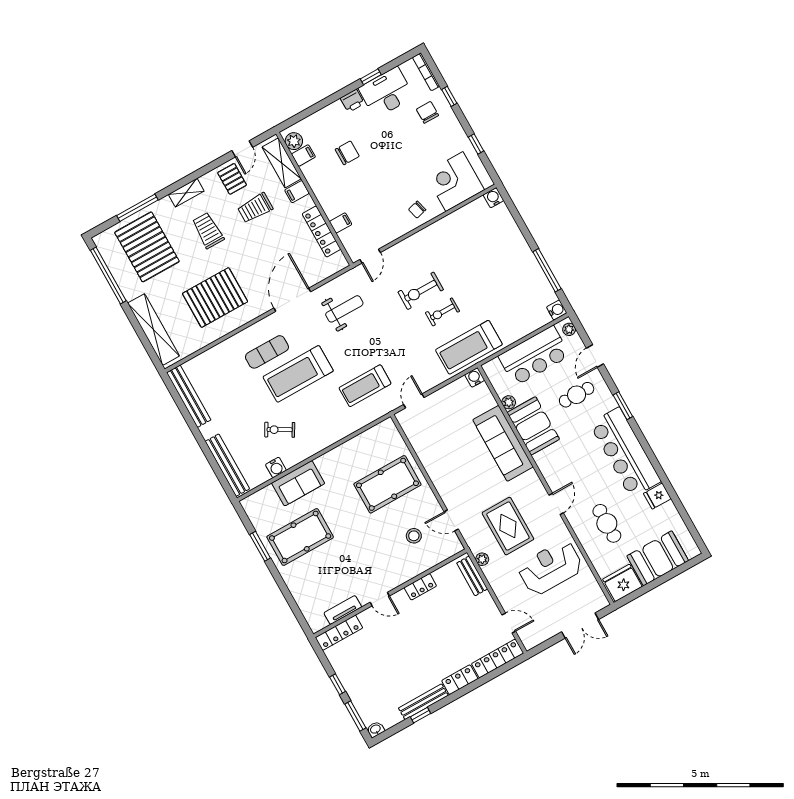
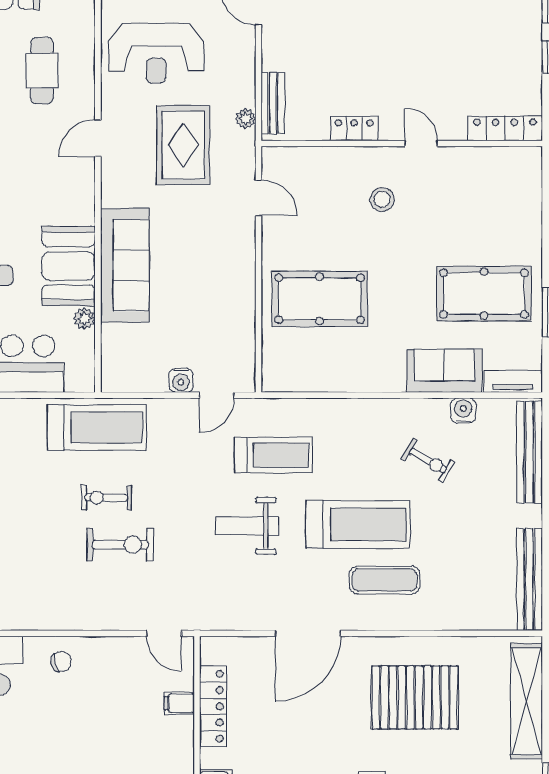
door: (370, 256) -> (164, 633), swing flipped
weight bench: (344, 309) -> (247, 526), moved
exercise bike: (442, 312) -> (106, 498), turned 180
water cooler: (475, 377) -> (181, 380), moved
stool: (414, 536) -> (382, 199), moved
tv unit: (343, 610) -> (513, 381), moved, turned 180

